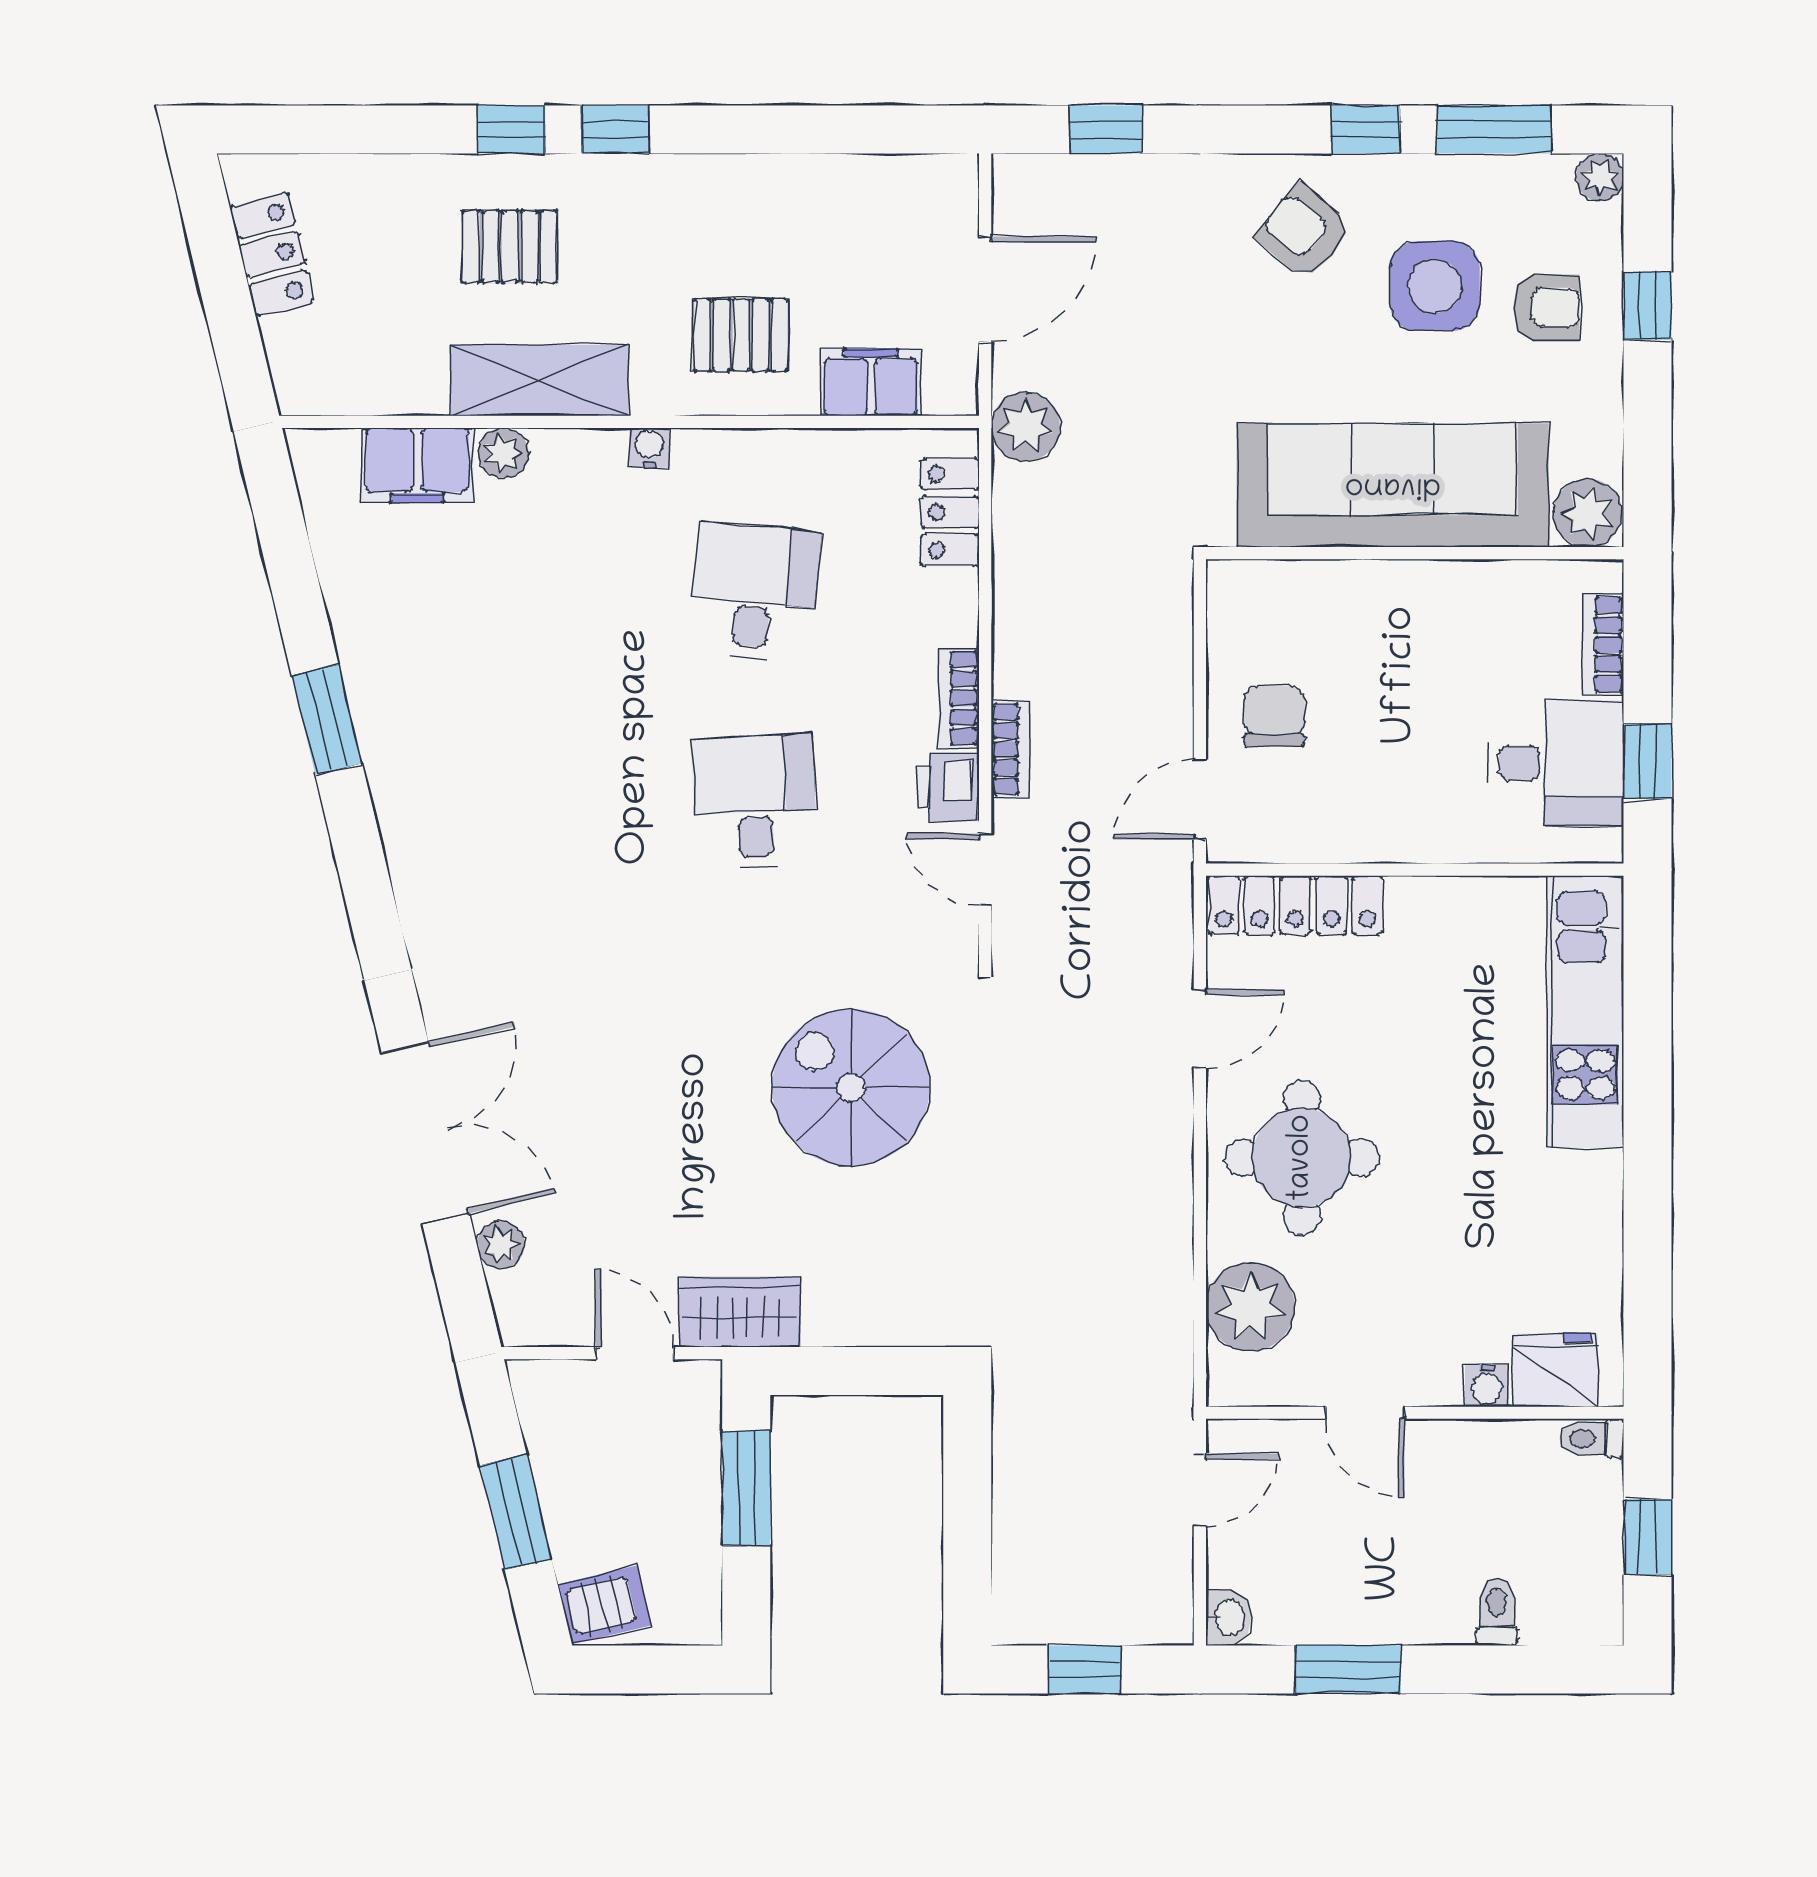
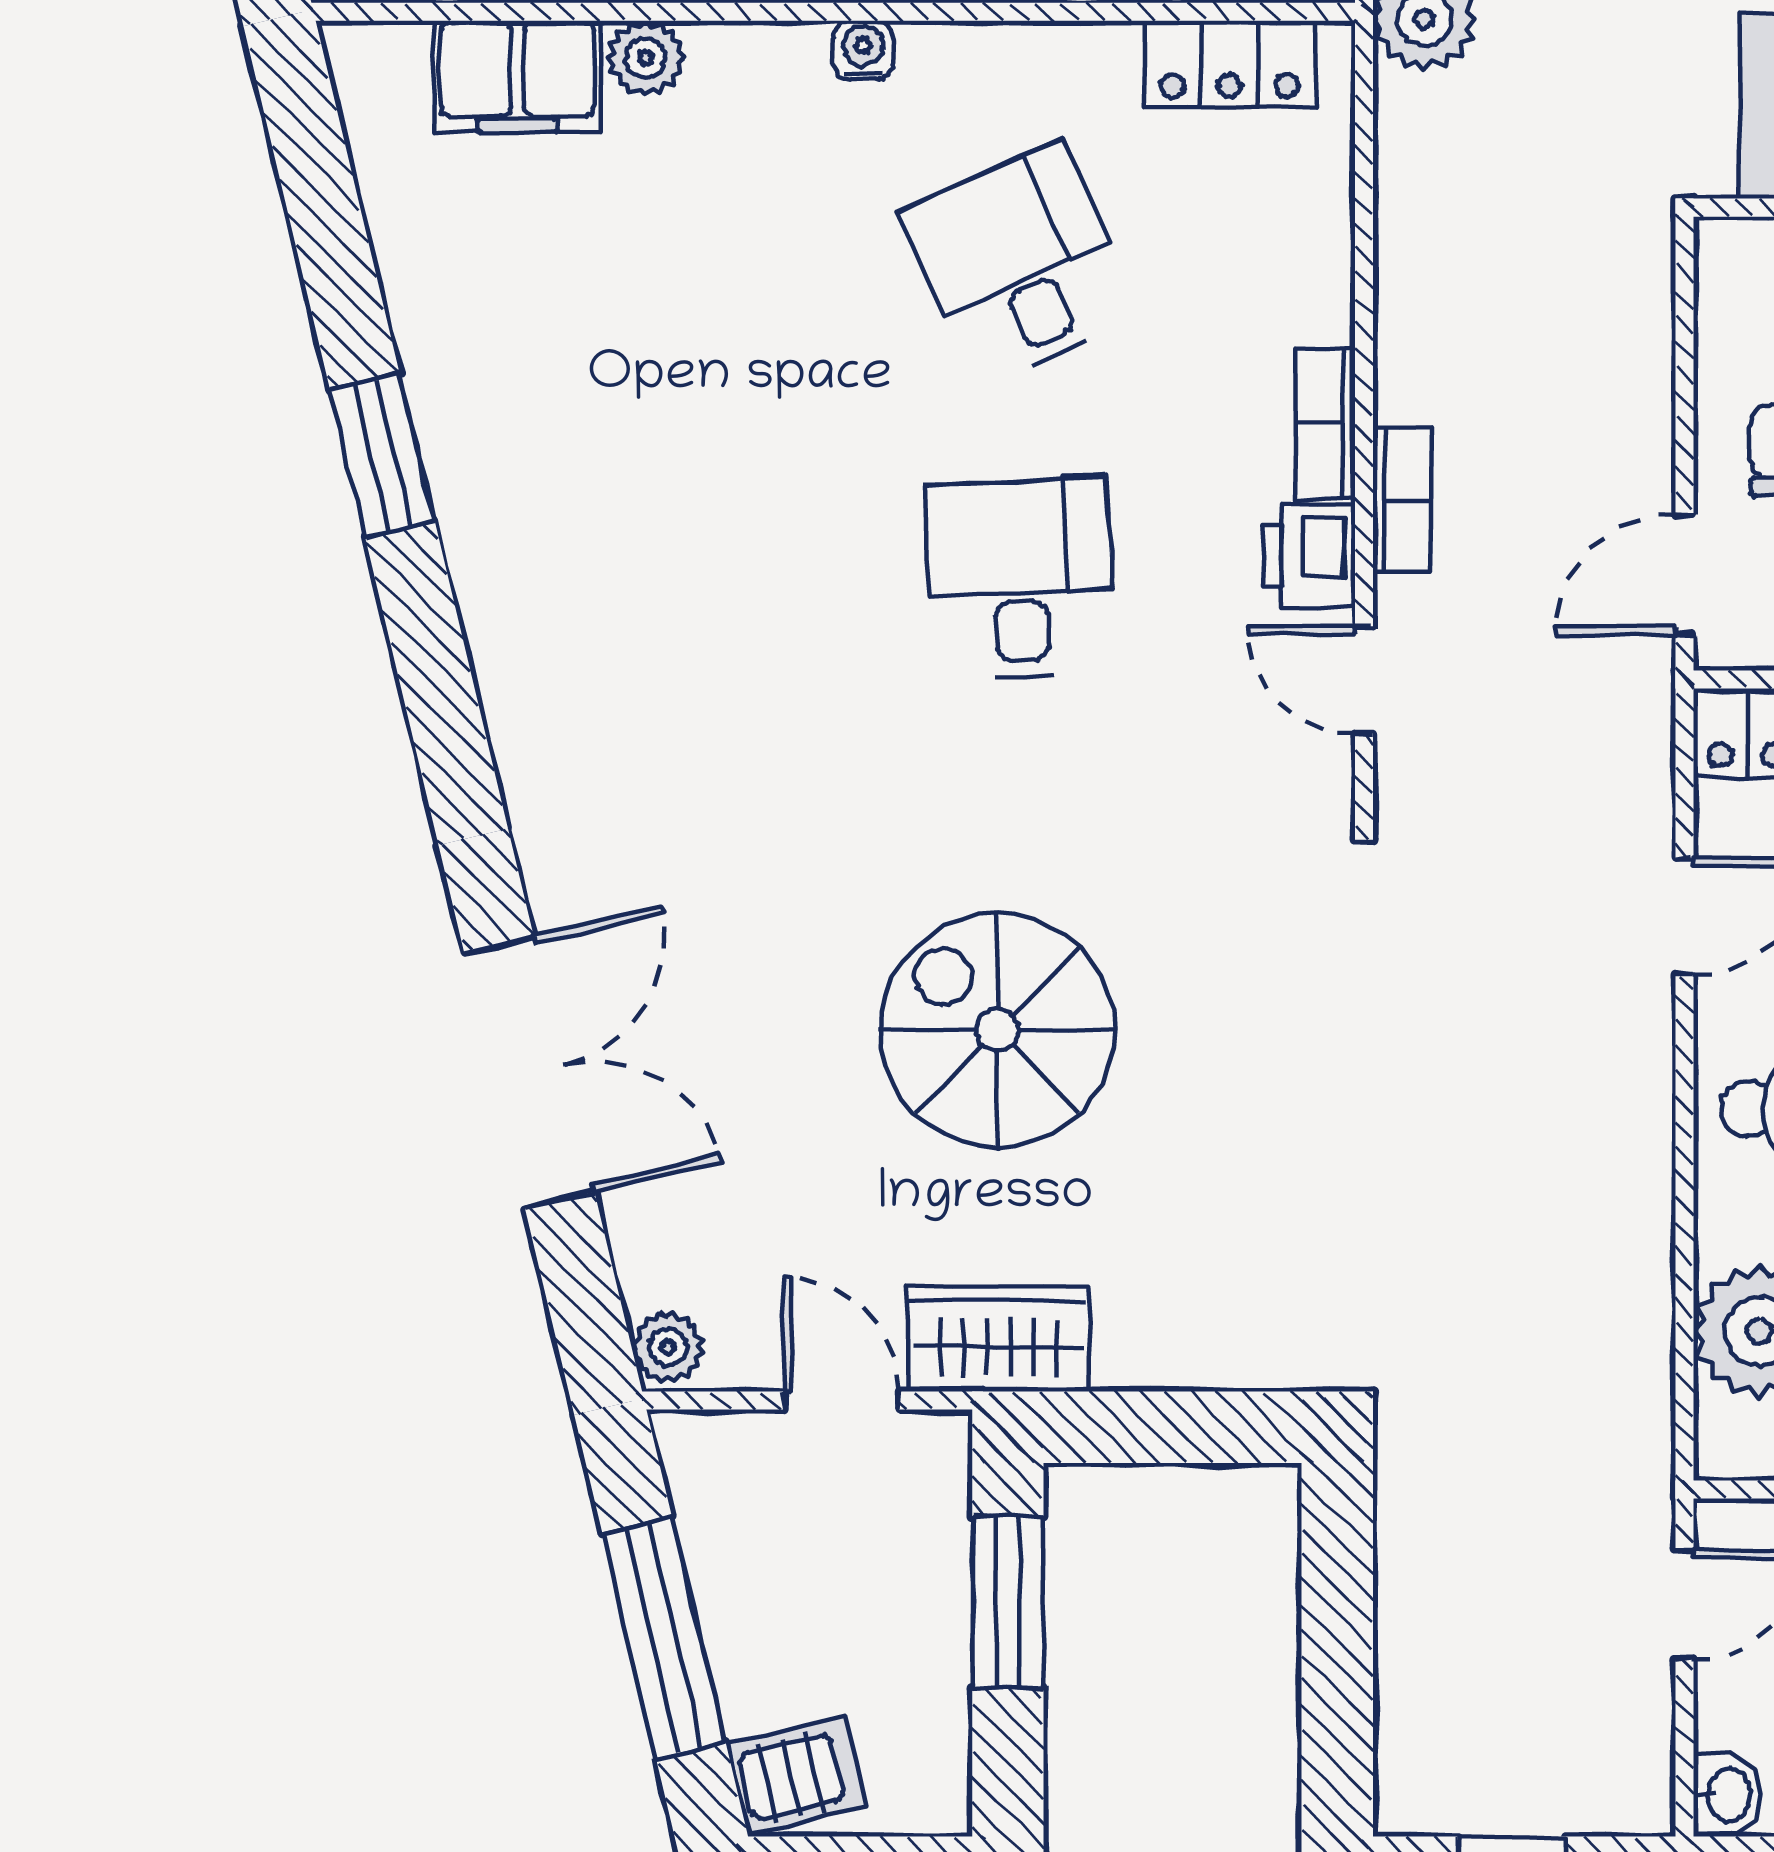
locker: (950, 512) -> (1230, 64), moved, turned -90
desk: (754, 591) -> (1020, 264), turned -30
spiral stairs: (851, 1088) -> (997, 1030), moved
plant: (501, 1245) -> (668, 1347), moved
window: (516, 1512) -> (664, 1638), width x1.44

